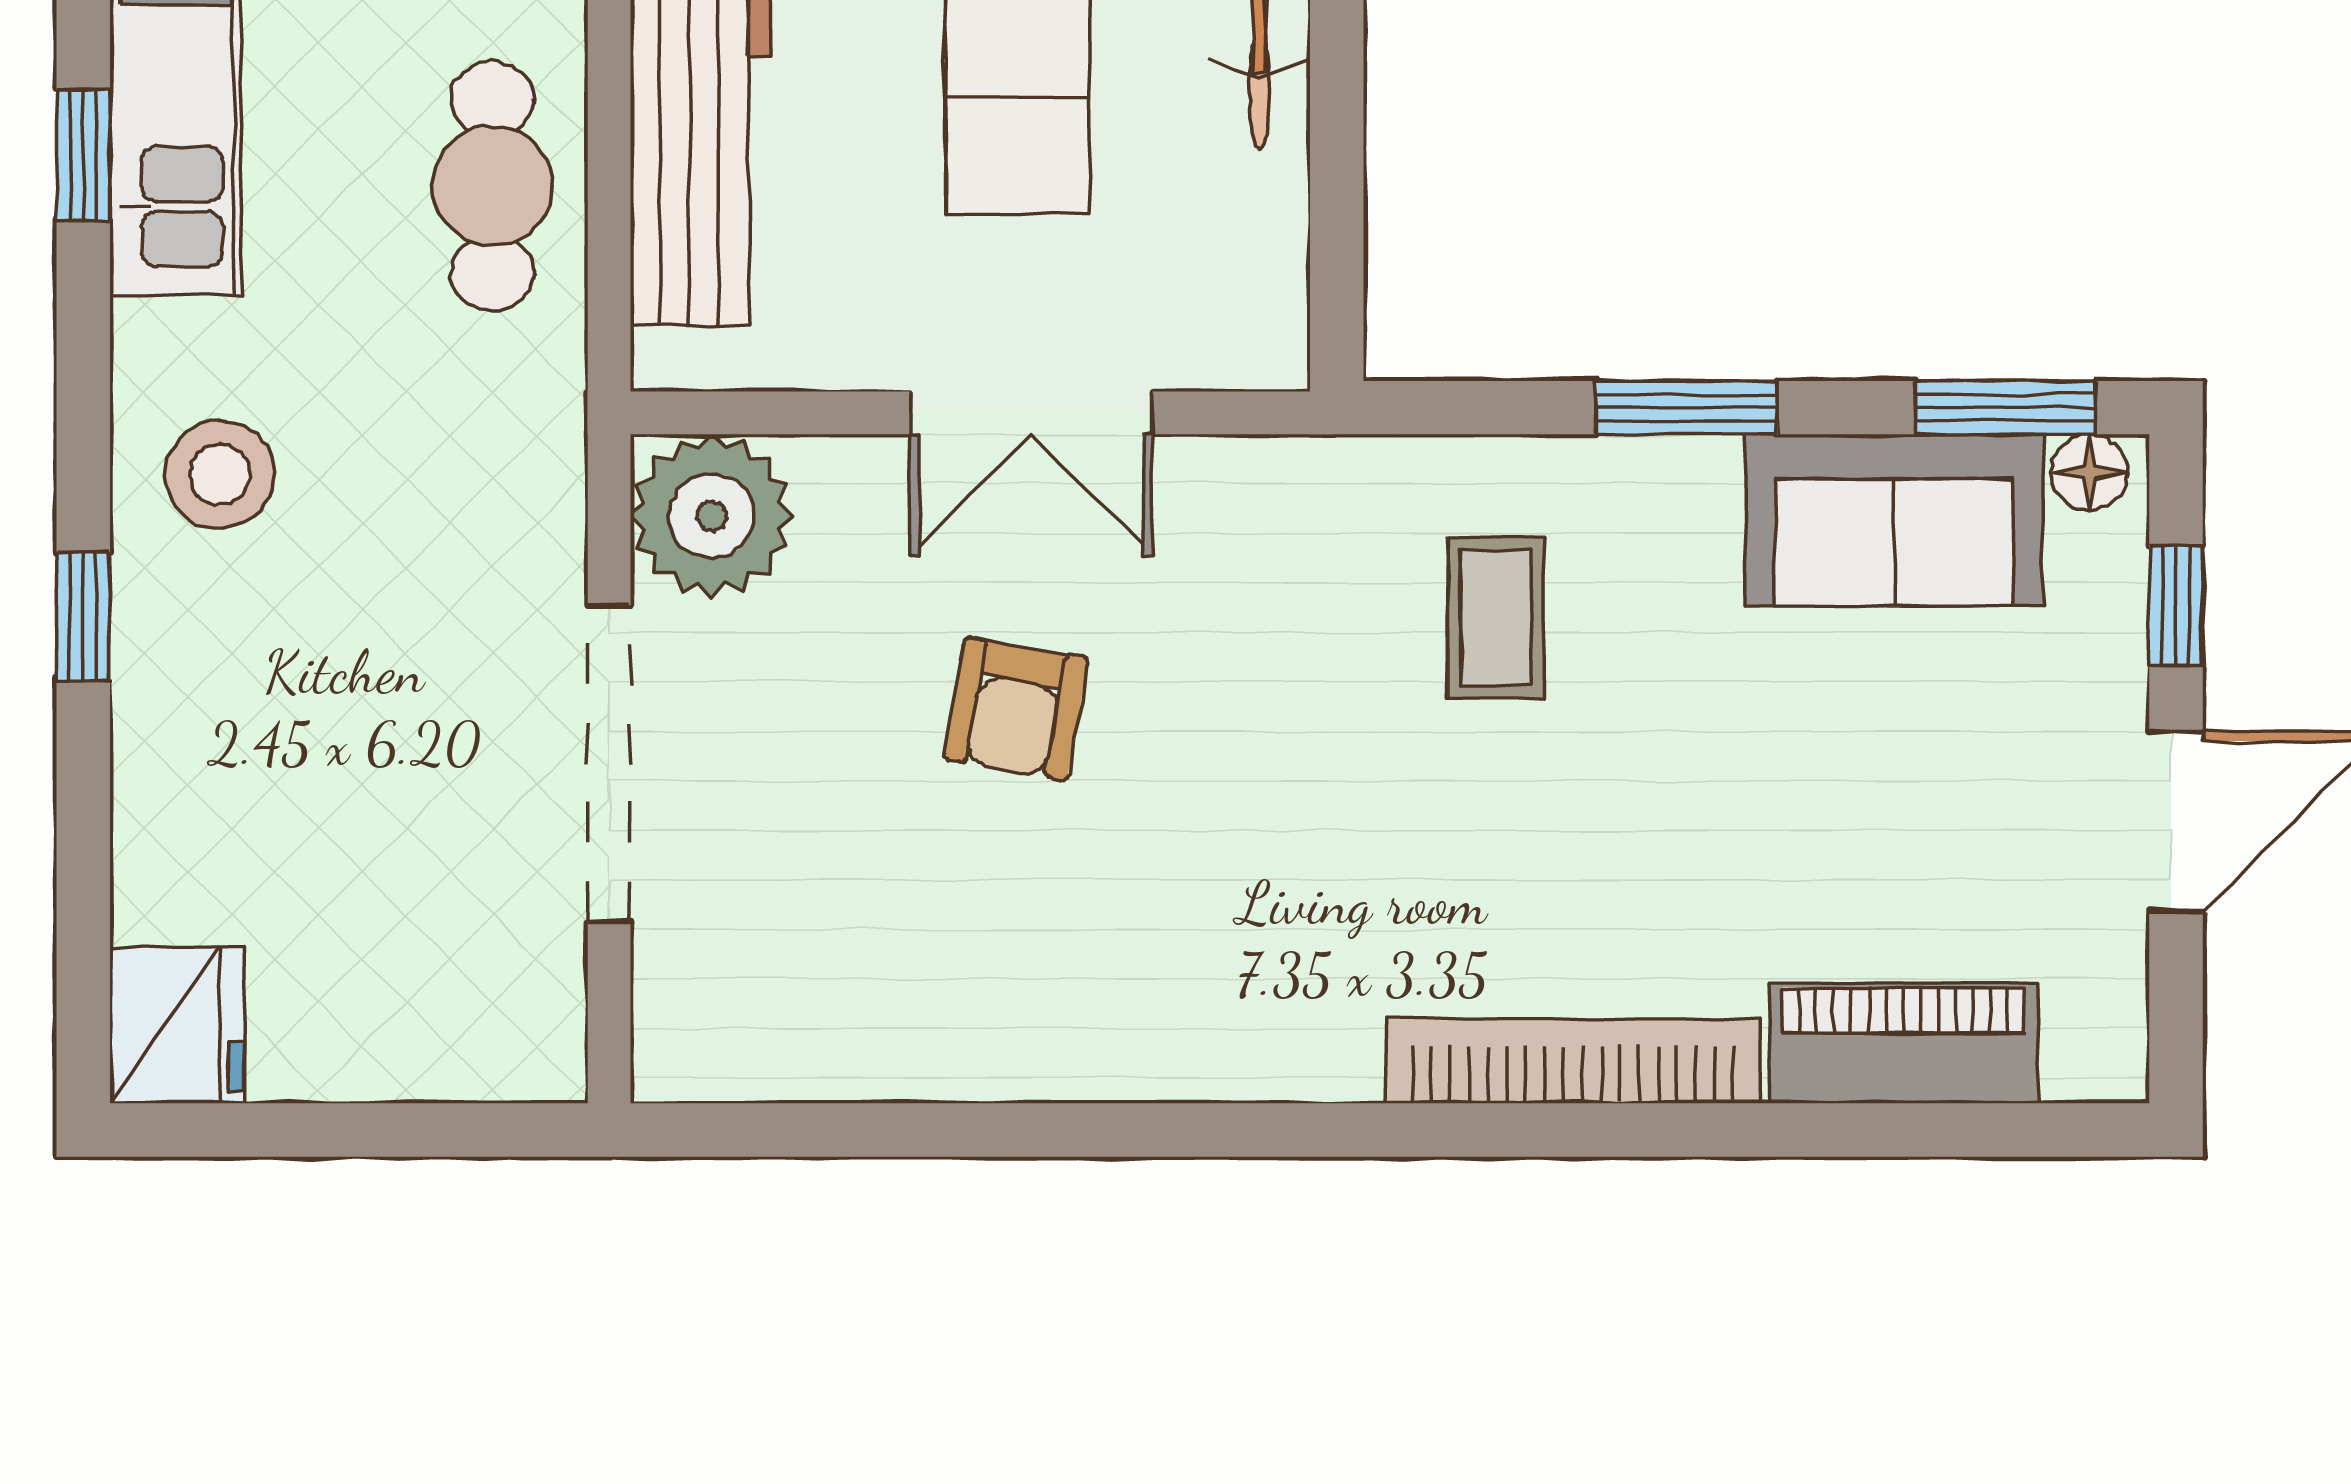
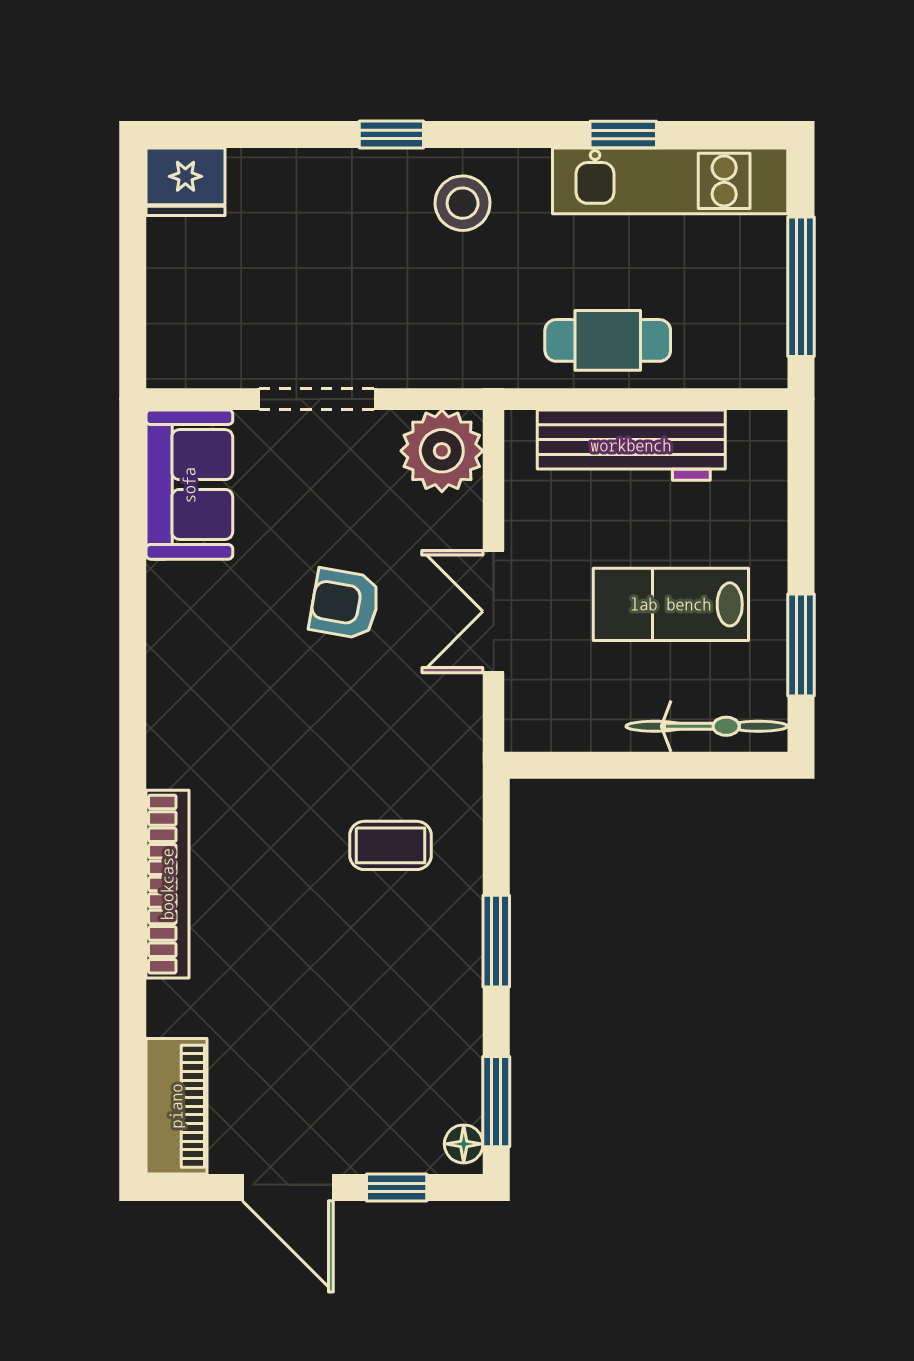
sofa: (1894, 520) -> (189, 485), moved, turned 180
doorway: (609, 764) -> (317, 399), width x0.73
piano: (1903, 1043) -> (176, 1106), moved

